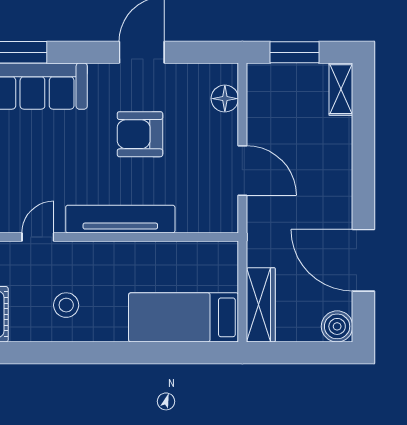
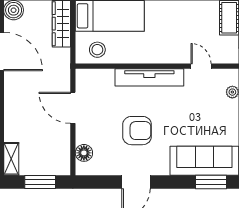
door: (38, 237) -> (201, 66), swing flipped
stool: (66, 305) -> (97, 50), moved

